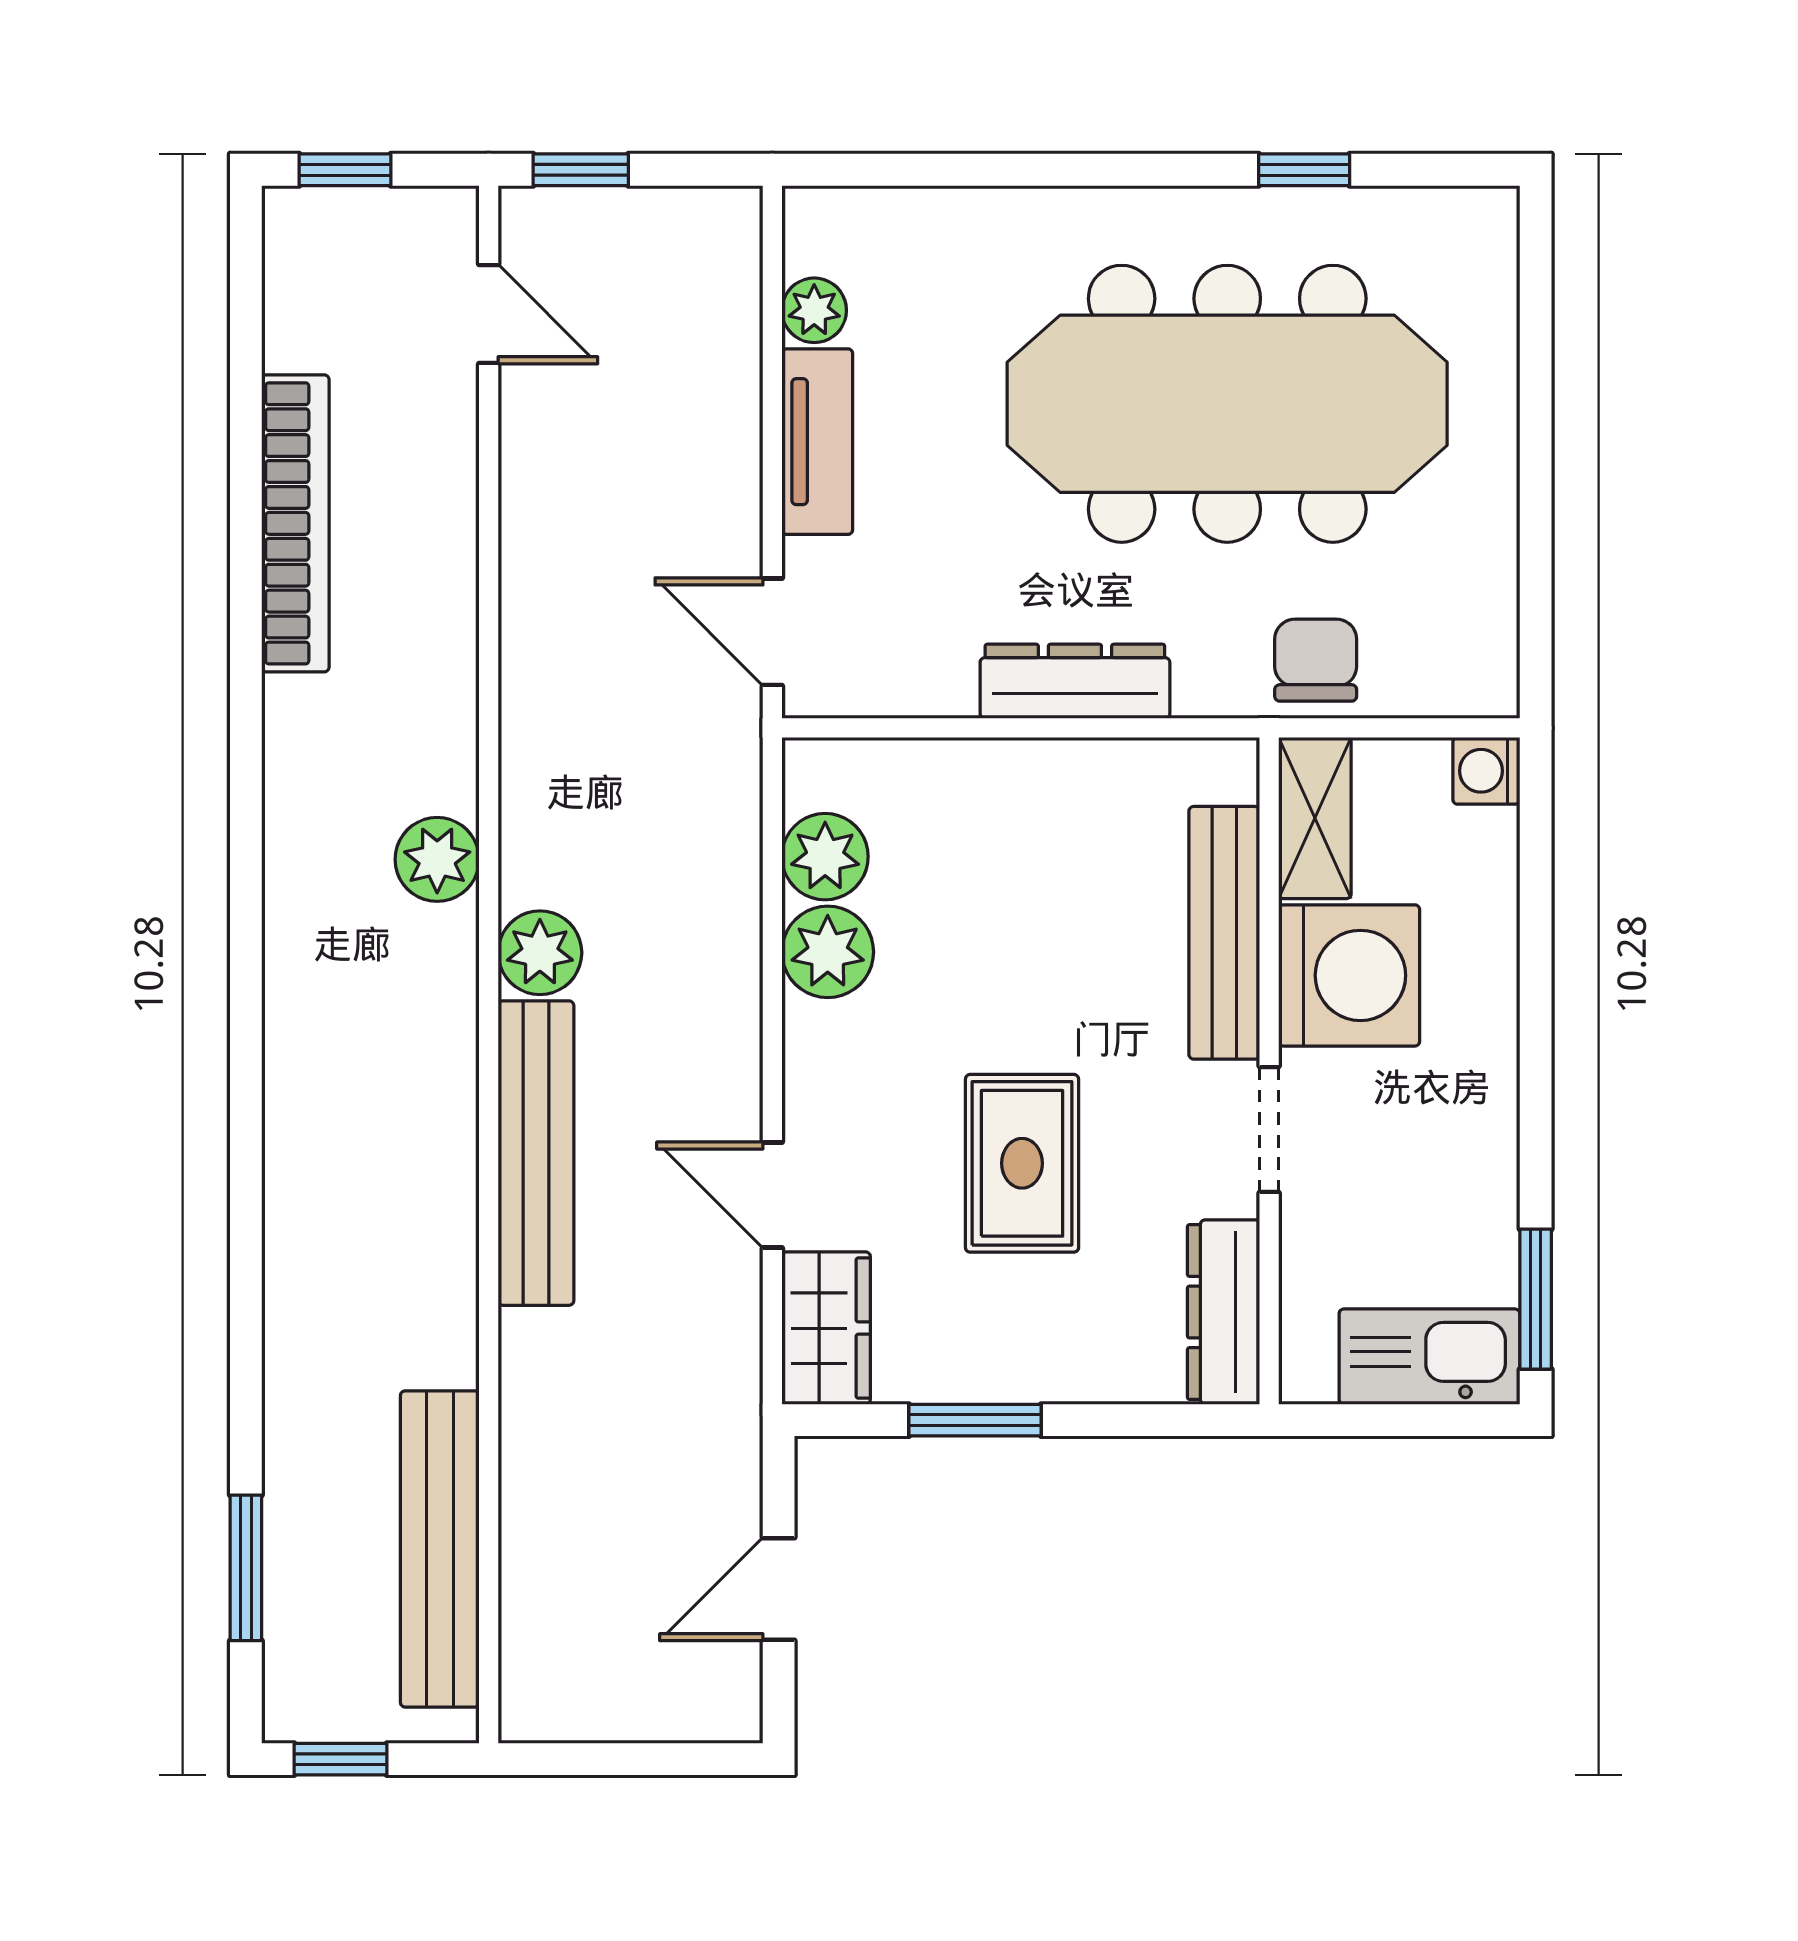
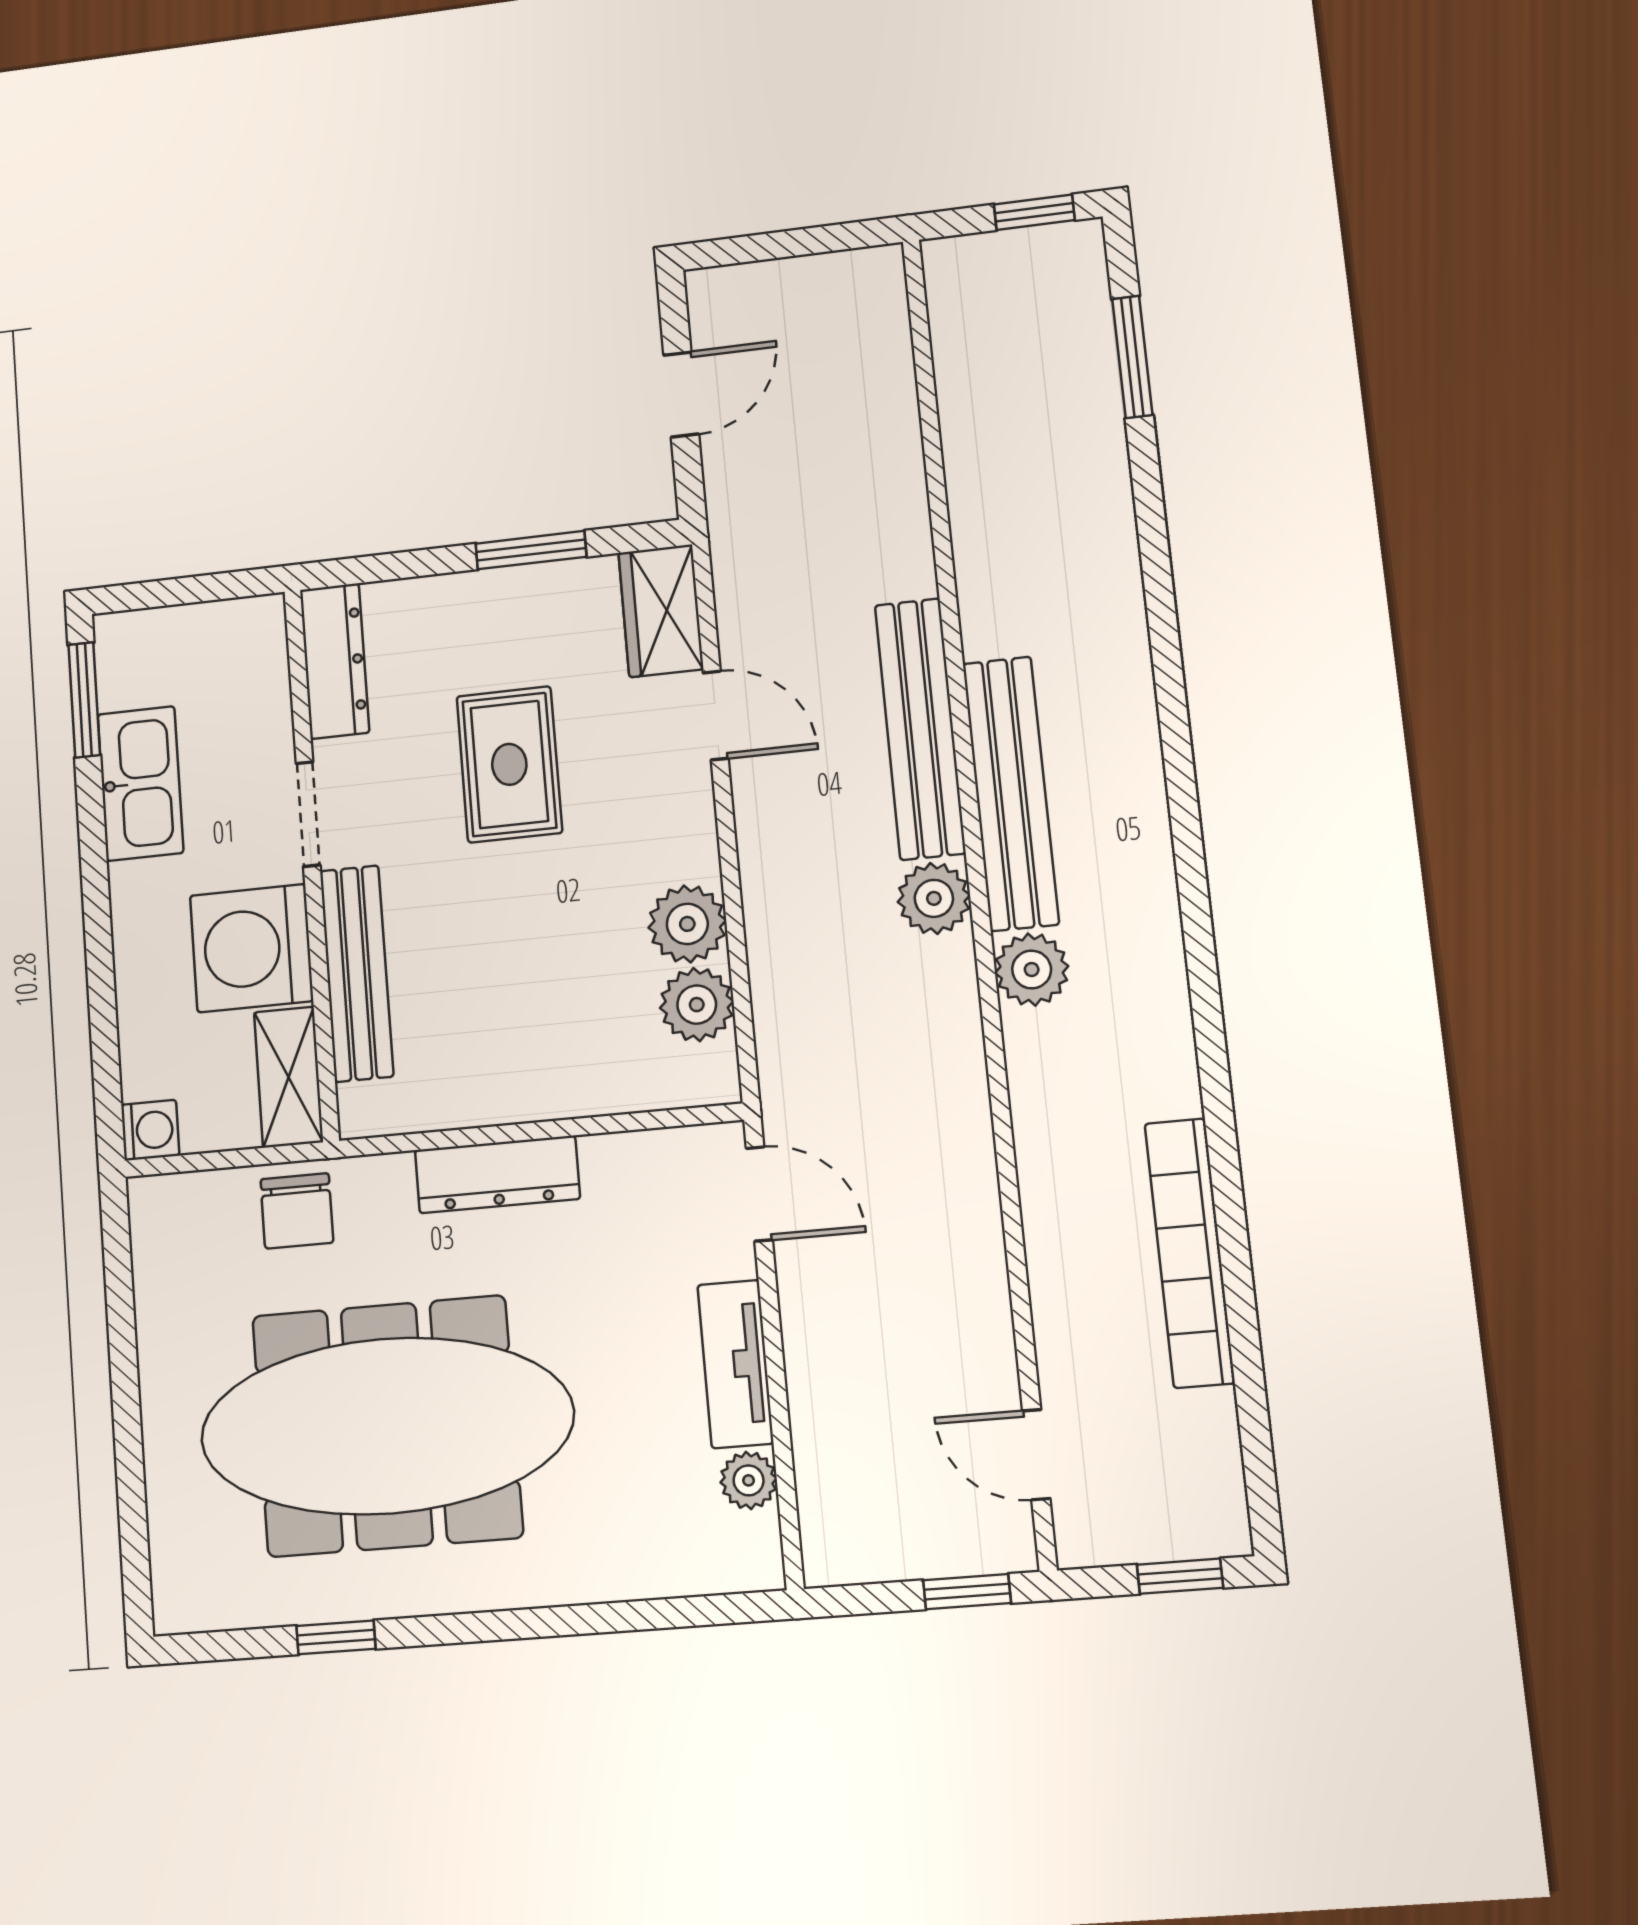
kitchen sink: (1429, 1357) -> (140, 783), moved, turned -90
bench: (440, 1549) -> (1011, 793), moved

